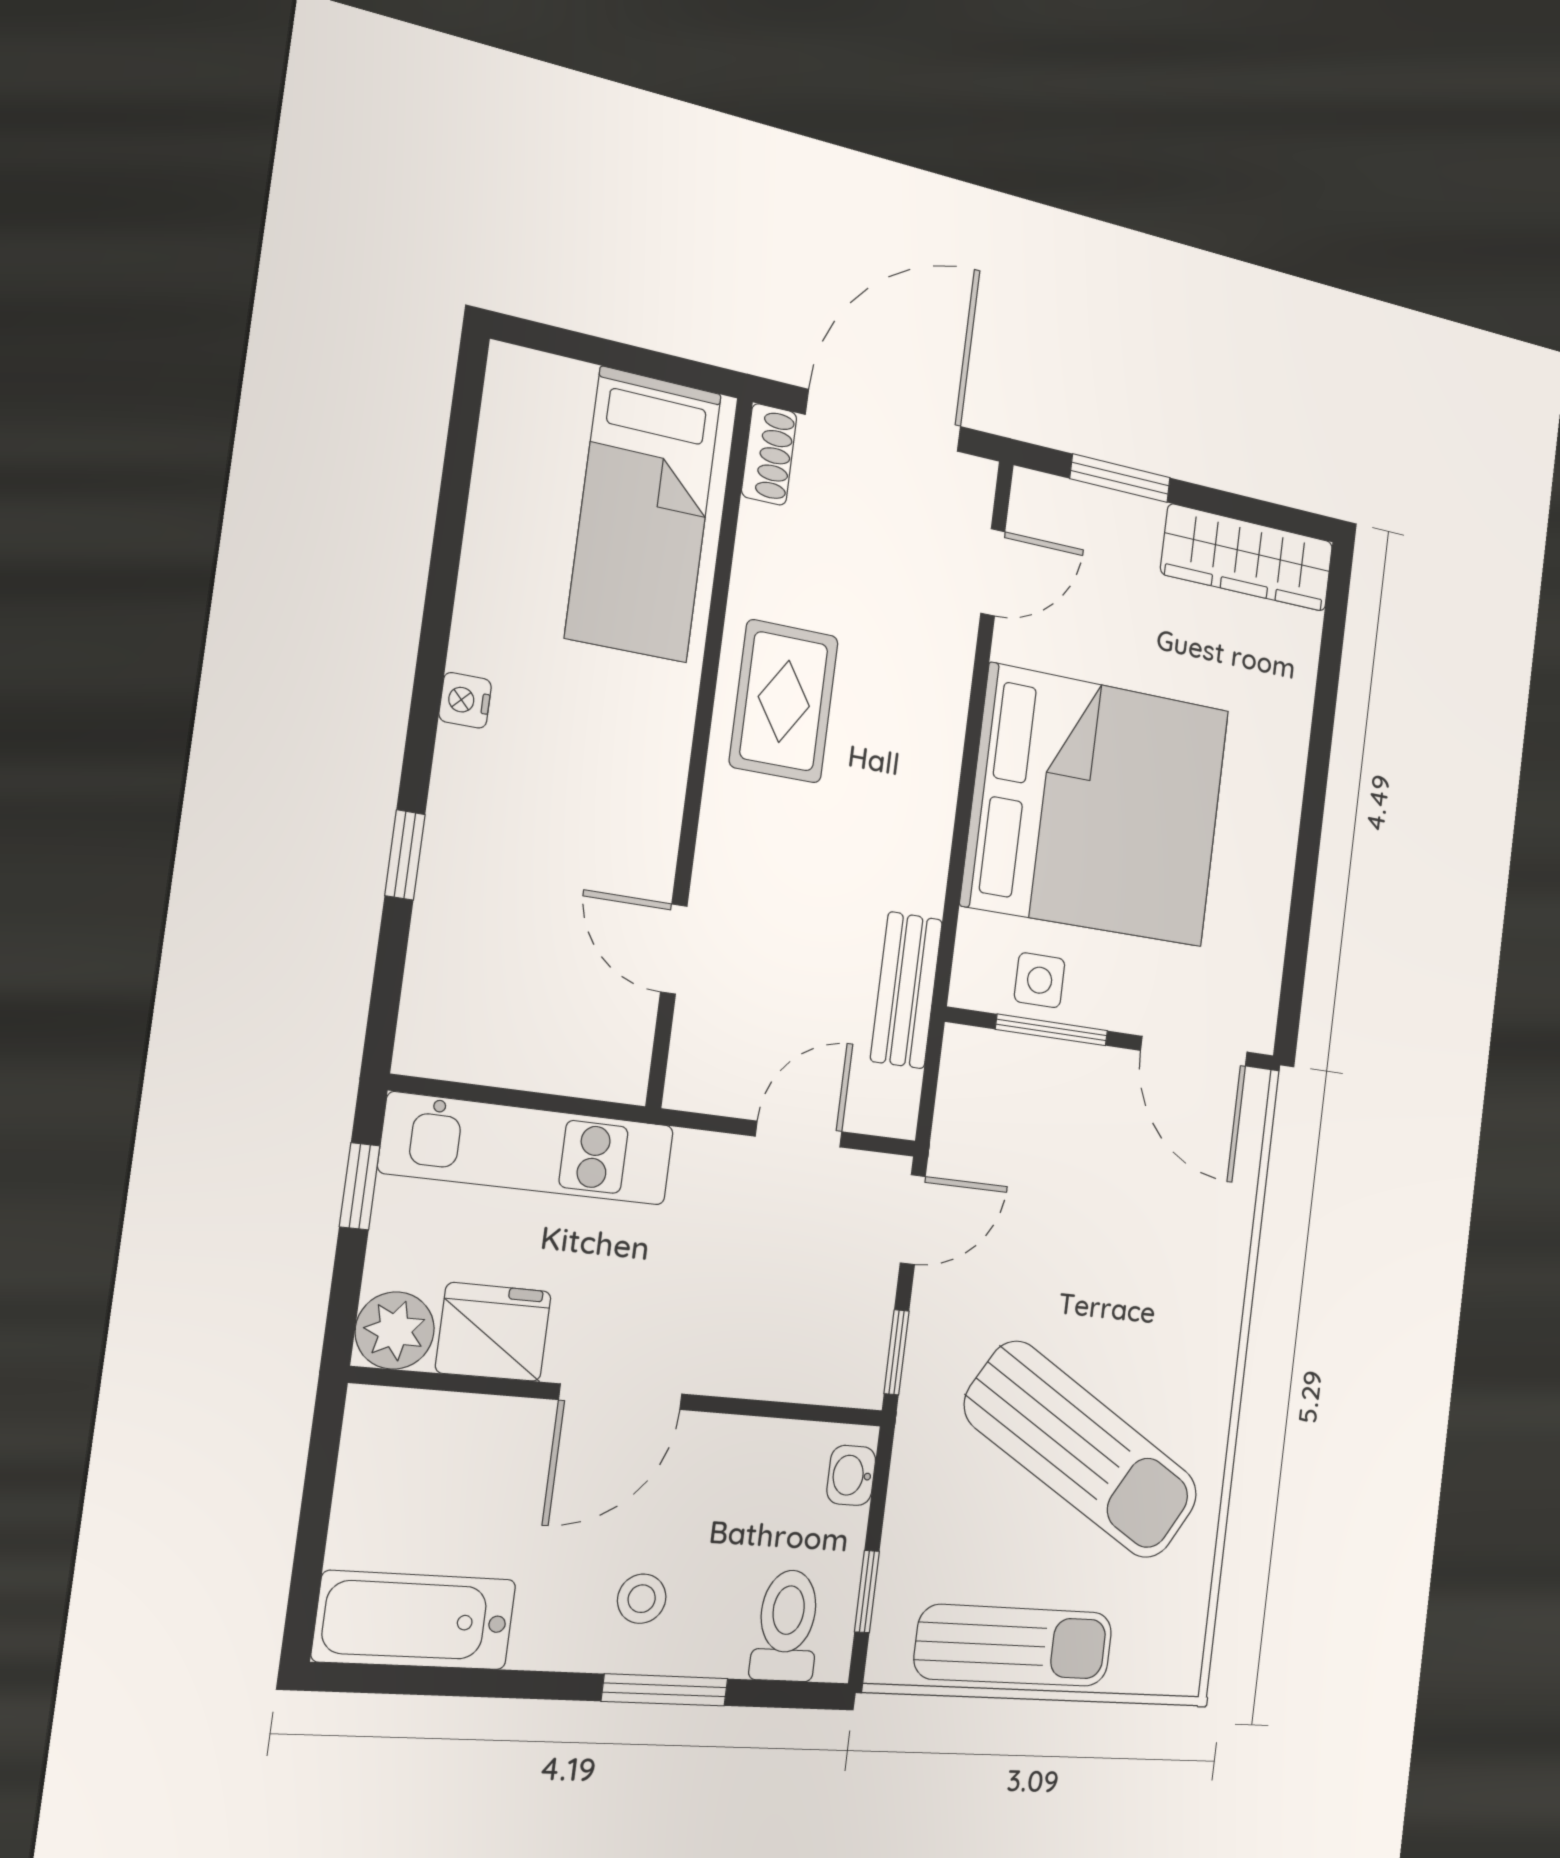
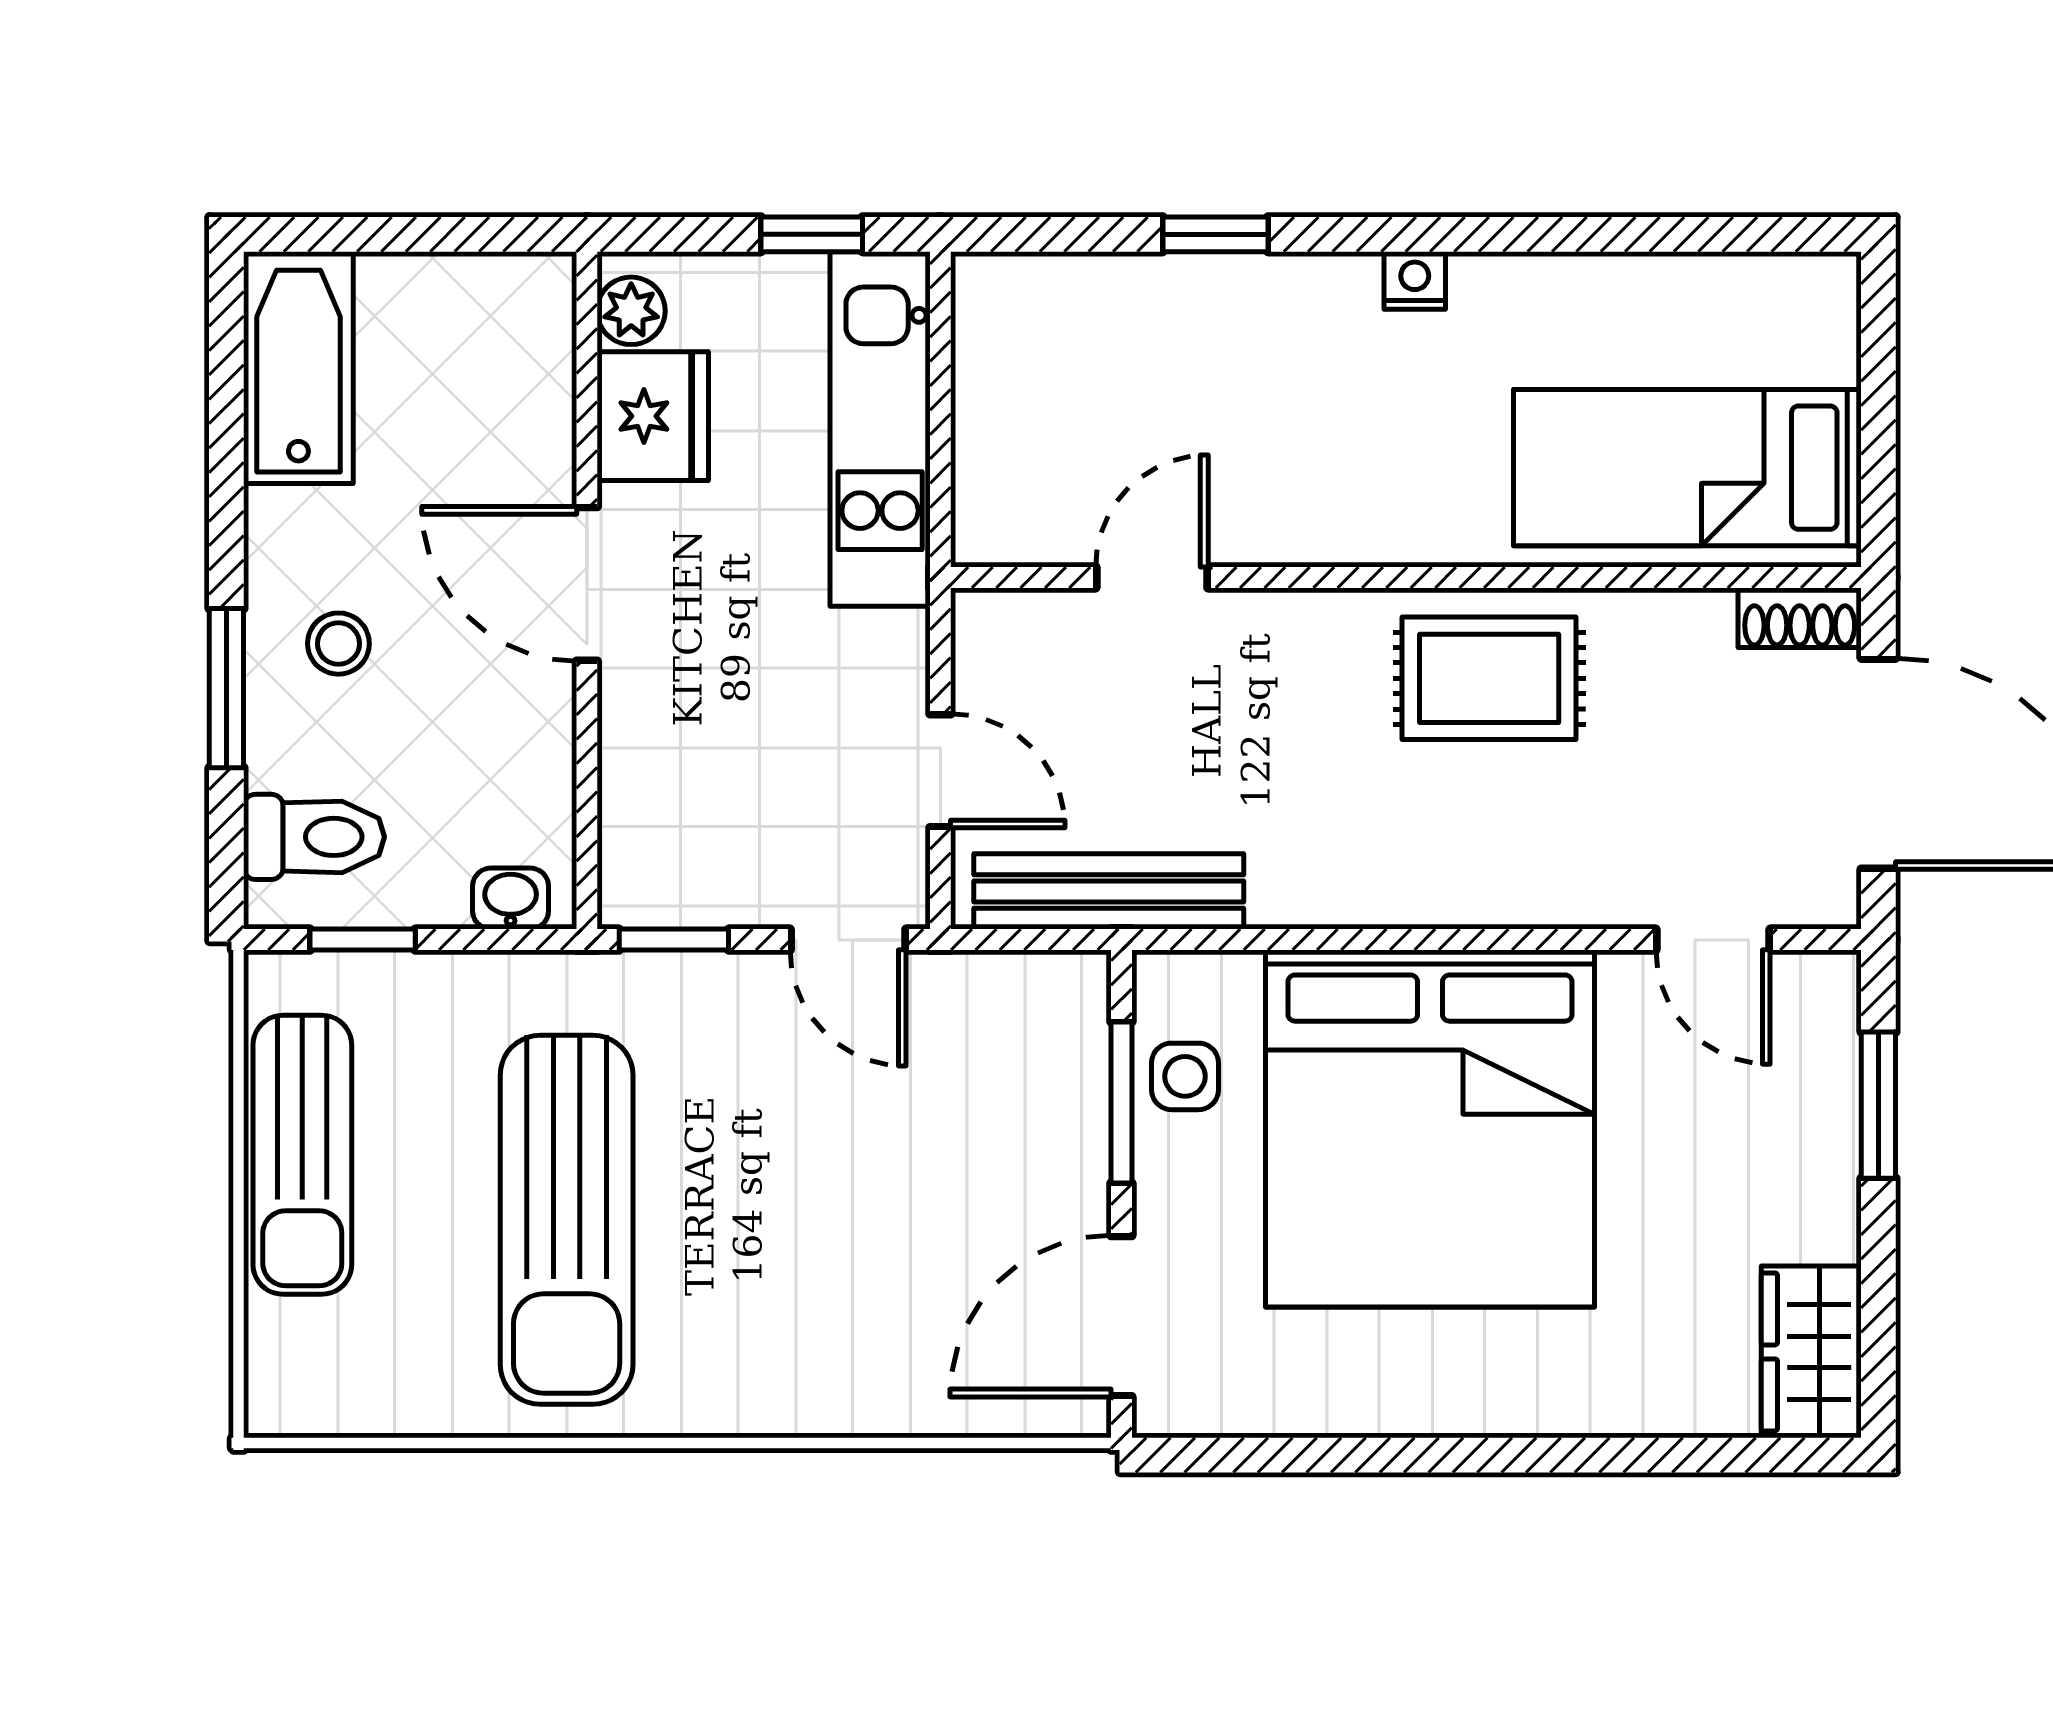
wardrobe: (1247, 558) -> (1811, 1352), width x0.67
bench: (906, 990) -> (1109, 891), width x1.36
plant: (395, 1330) -> (631, 311), width x0.73, depth x0.73
sun lounger: (1082, 1450) -> (567, 1220), turned -31

